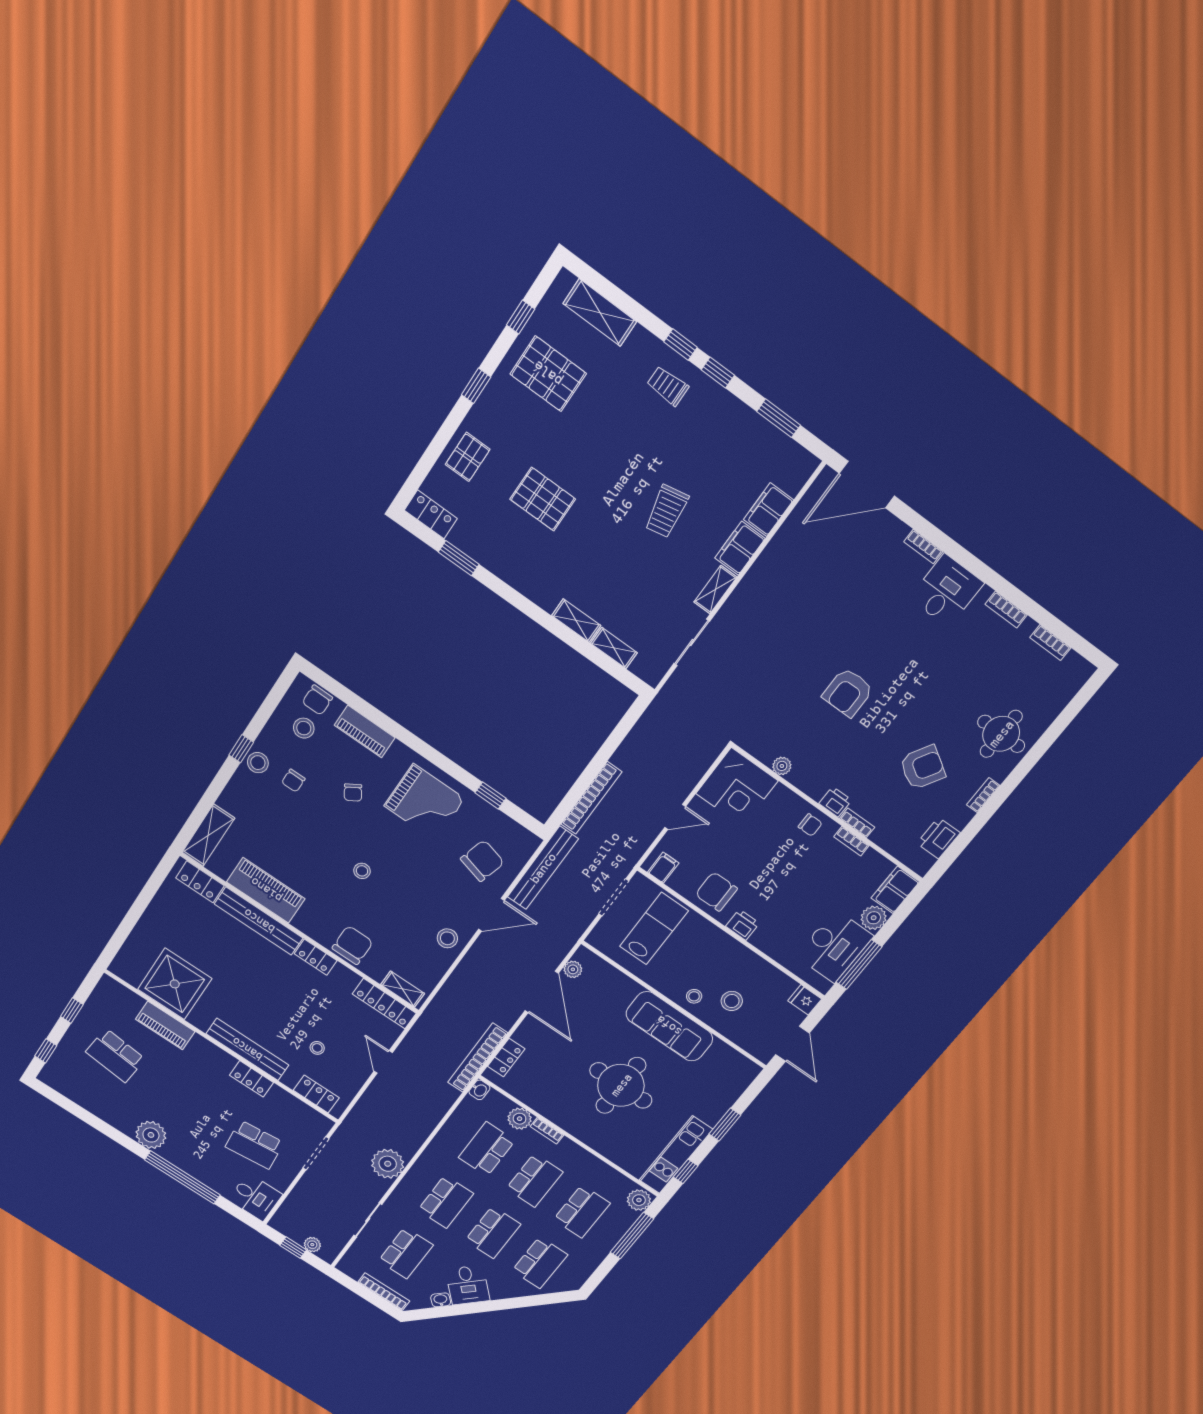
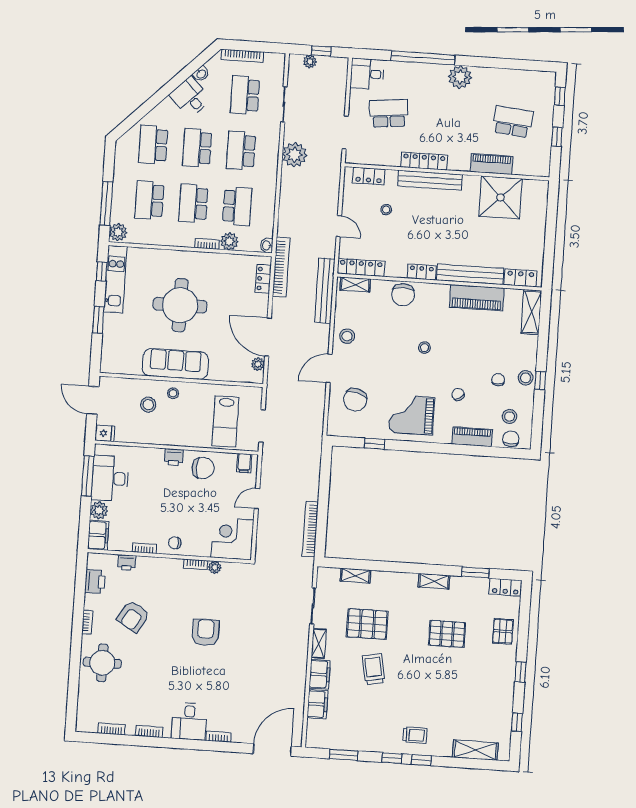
pallet: (548, 374) -> (367, 624), moved
shelving: (576, 621) -> (434, 581), moved
bookcase: (591, 798) -> (310, 529), moved
printer: (835, 802) -> (127, 563), moved
bookcase: (857, 823) -> (195, 564), moved
bench: (543, 868) -> (325, 291), moved
locker: (251, 1079) -> (424, 161), width x1.53

